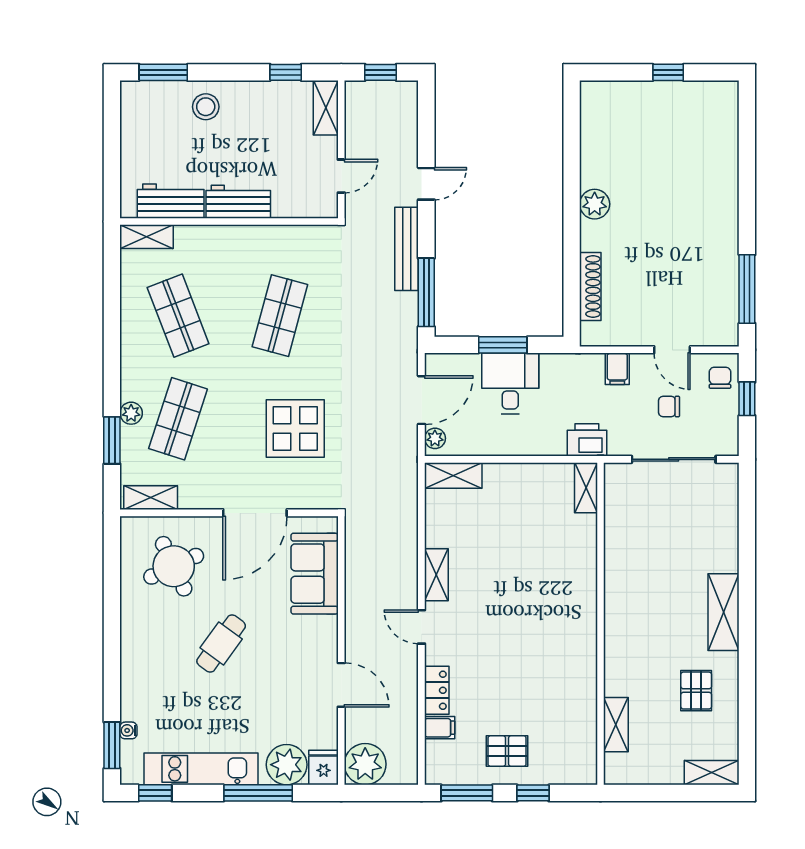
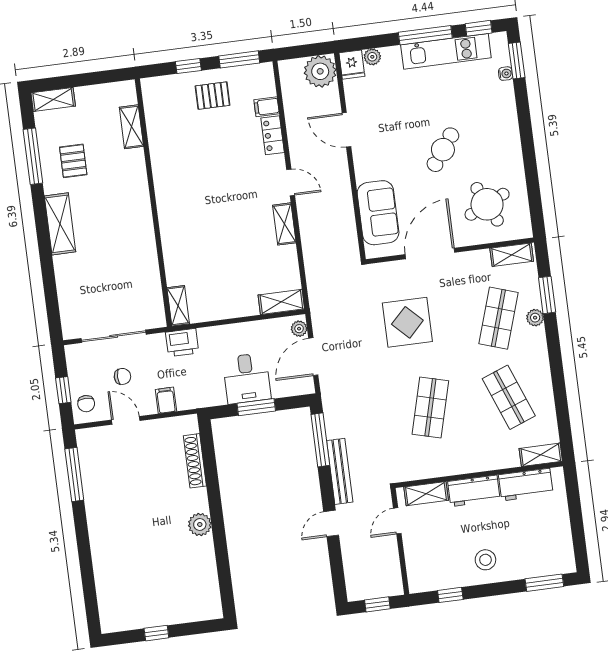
stool: (206, 107) -> (485, 560), moved
shelving: (326, 108) -> (426, 494), moved, turned 90
window: (747, 703) -> (33, 156), added
plant: (287, 765) -> (372, 57), width x0.53, depth x0.53
window: (258, 793) -> (425, 35), moved

